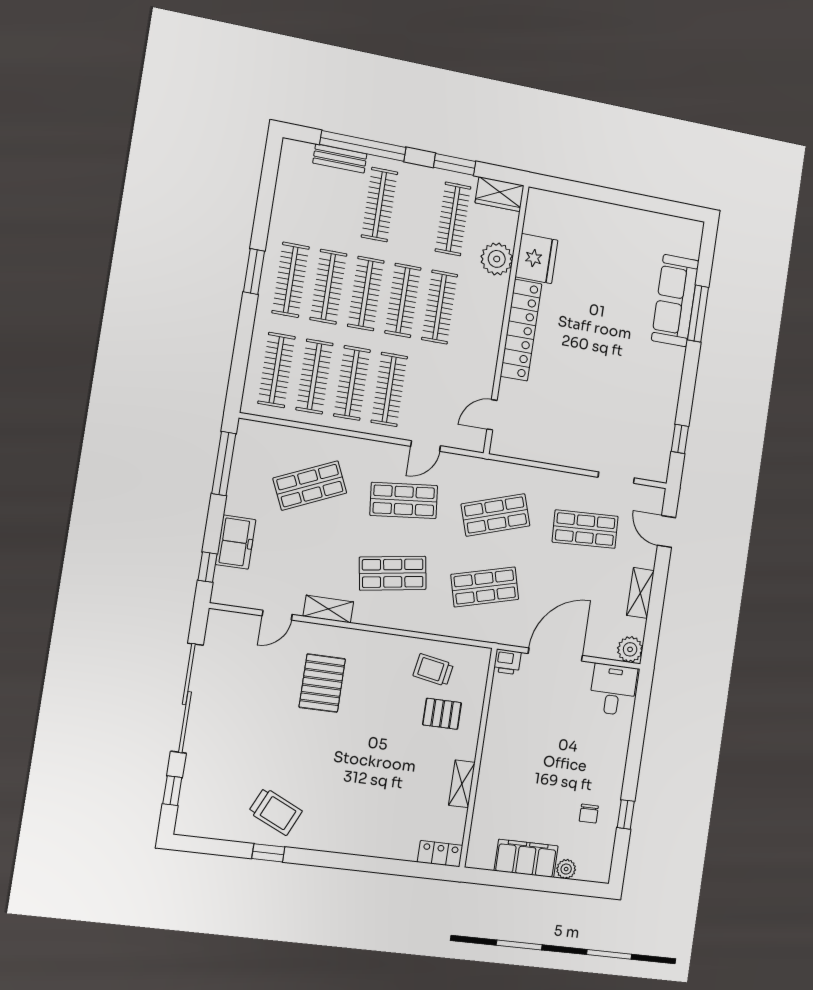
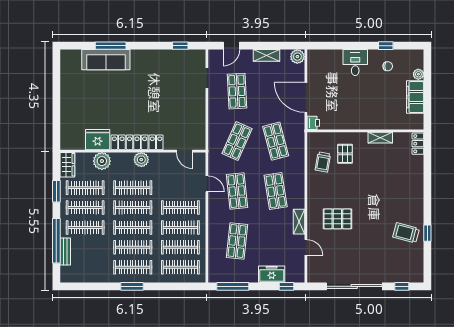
clothes rail: (416, 212) -> (85, 208), added
plant: (488, 332) -> (141, 160), added
shop shelf: (310, 486) -> (237, 241), turned 30
shop shelf: (496, 515) -> (237, 141), turned 42
desk: (613, 690) -> (355, 63), moved, turned 90
trolley: (275, 811) -> (406, 233), turned -100

